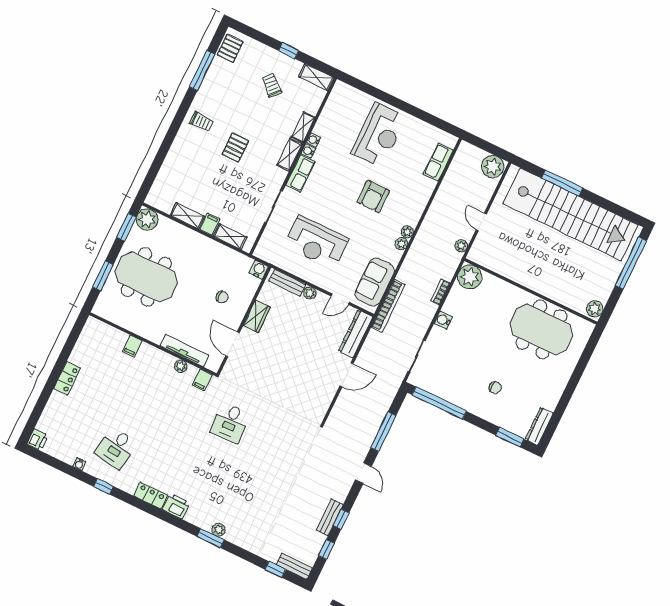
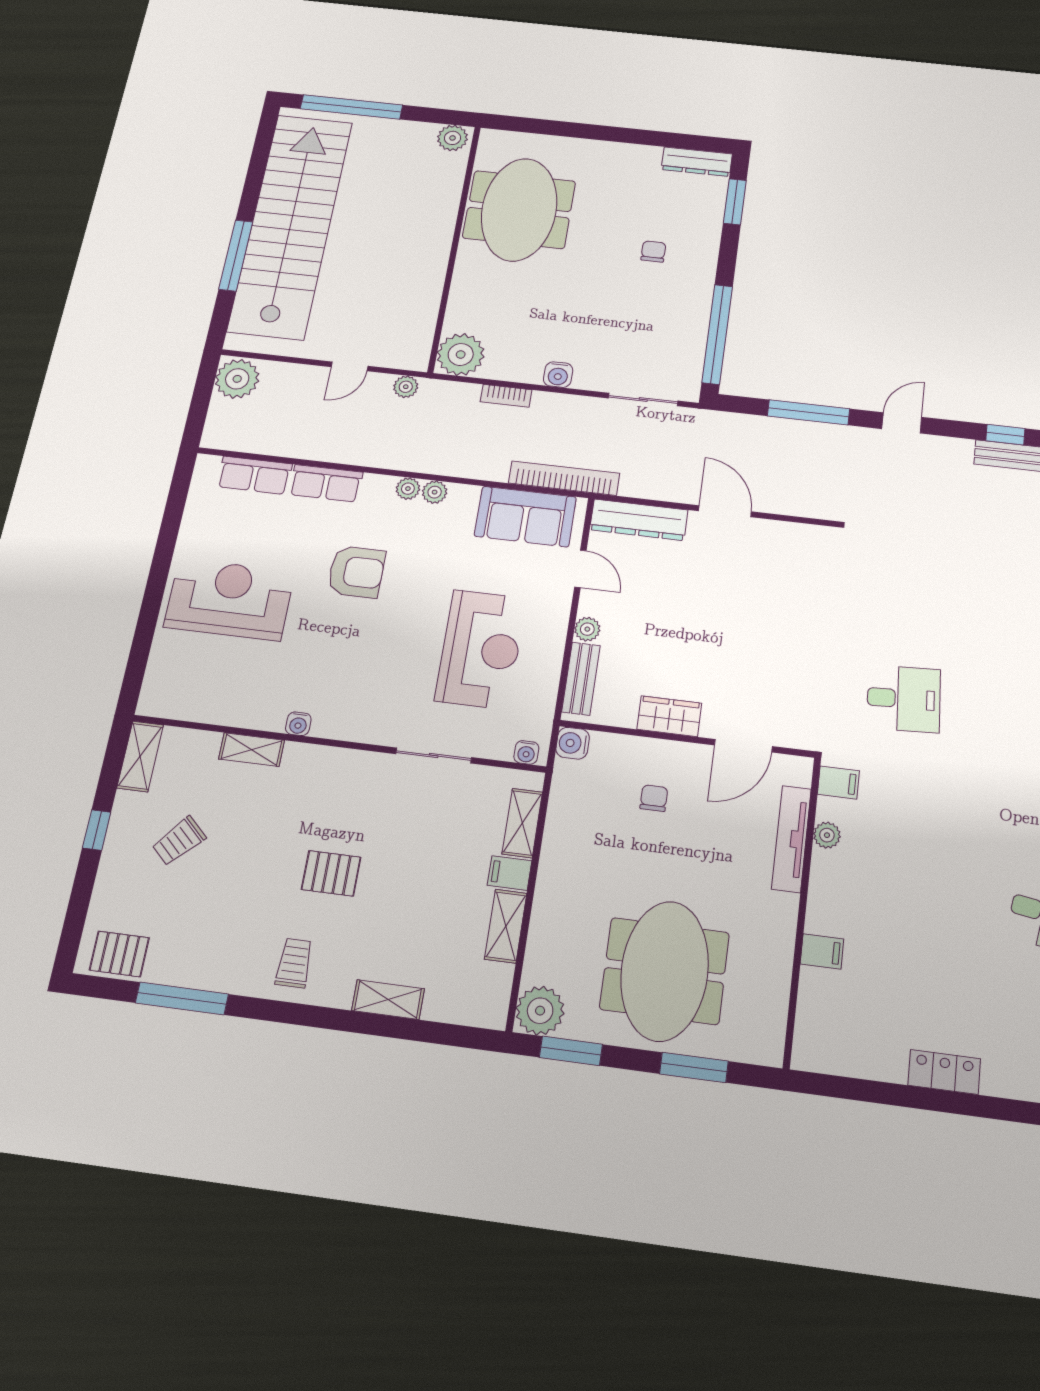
water cooler: (314, 140) -> (526, 752), moved
shelving: (289, 155) -> (388, 1000), moved
row of seats: (300, 174) -> (326, 483), moved, turned 180

